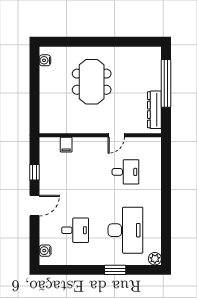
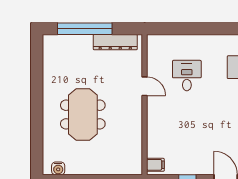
meeting table: (92, 82) -> (83, 115), turned 90
filing cabinet: (66, 145) -> (155, 165), moved

